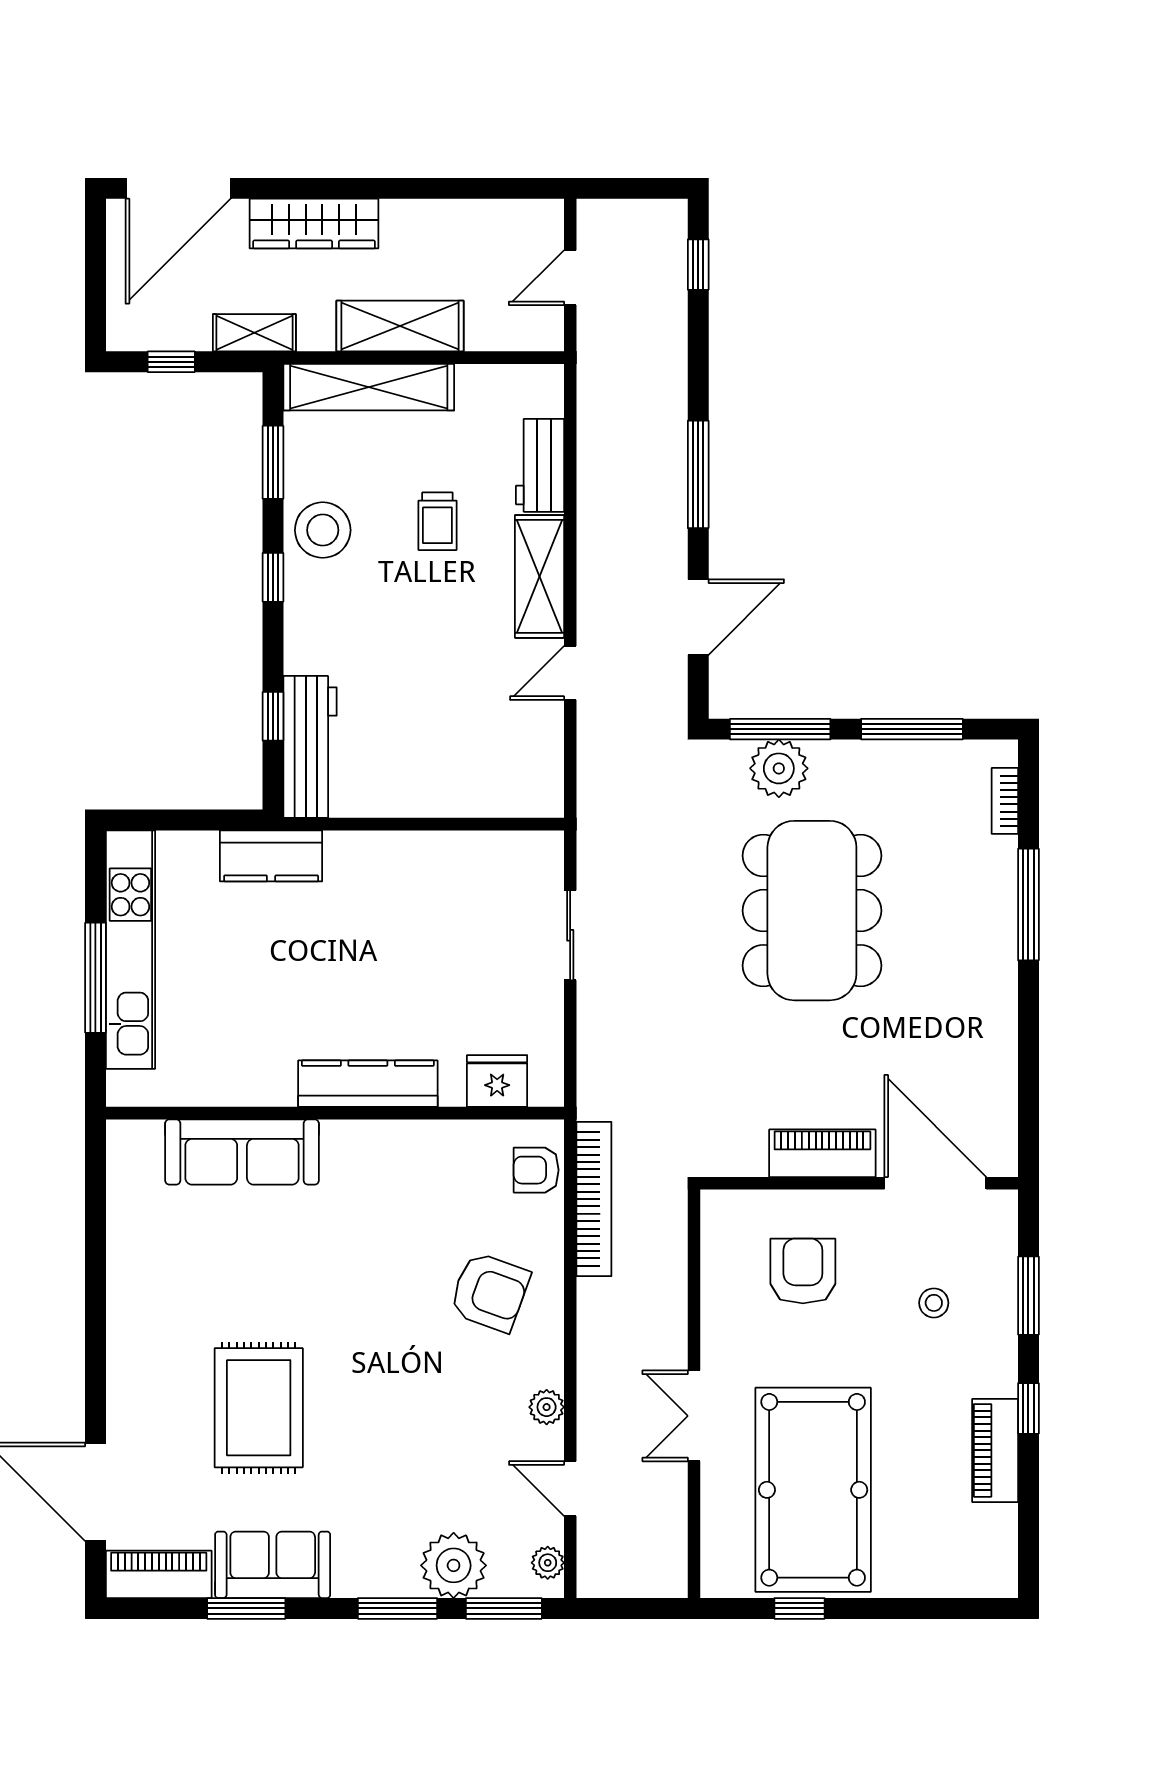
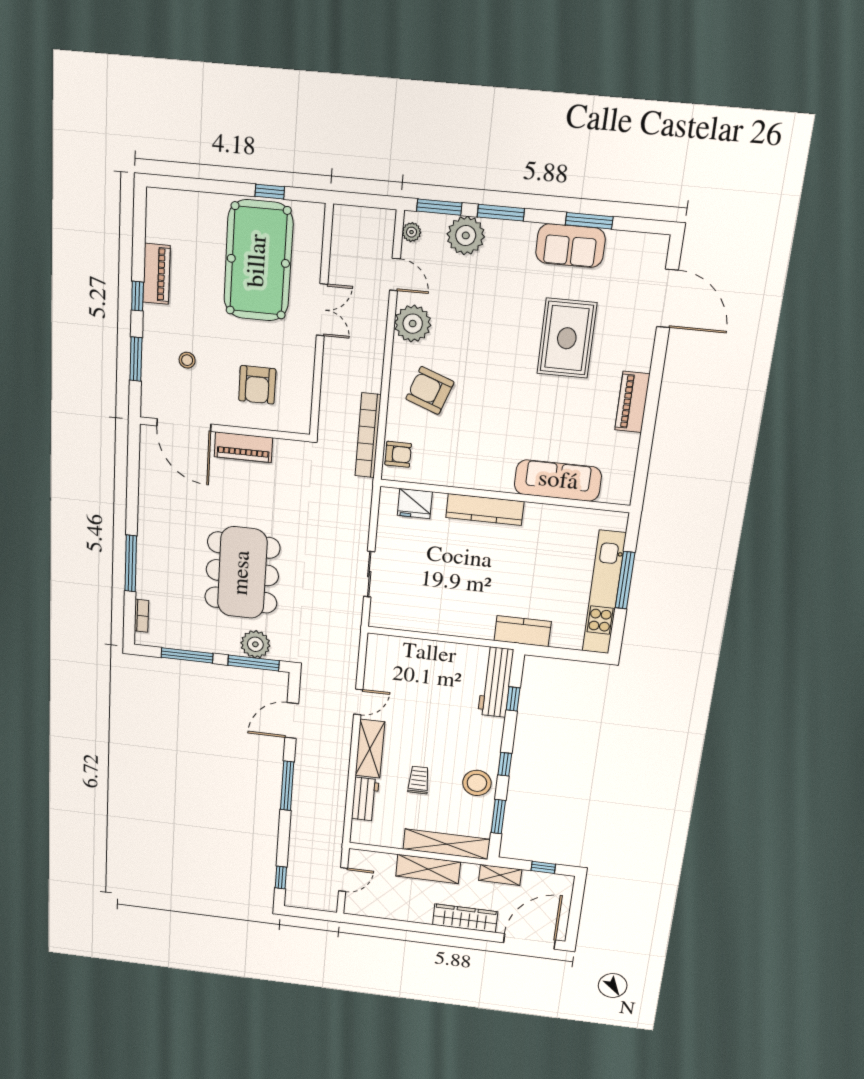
plant: (547, 1407) -> (413, 324), width x1.88, depth x1.88
piano: (159, 1574) -> (632, 402), moved, turned 90

